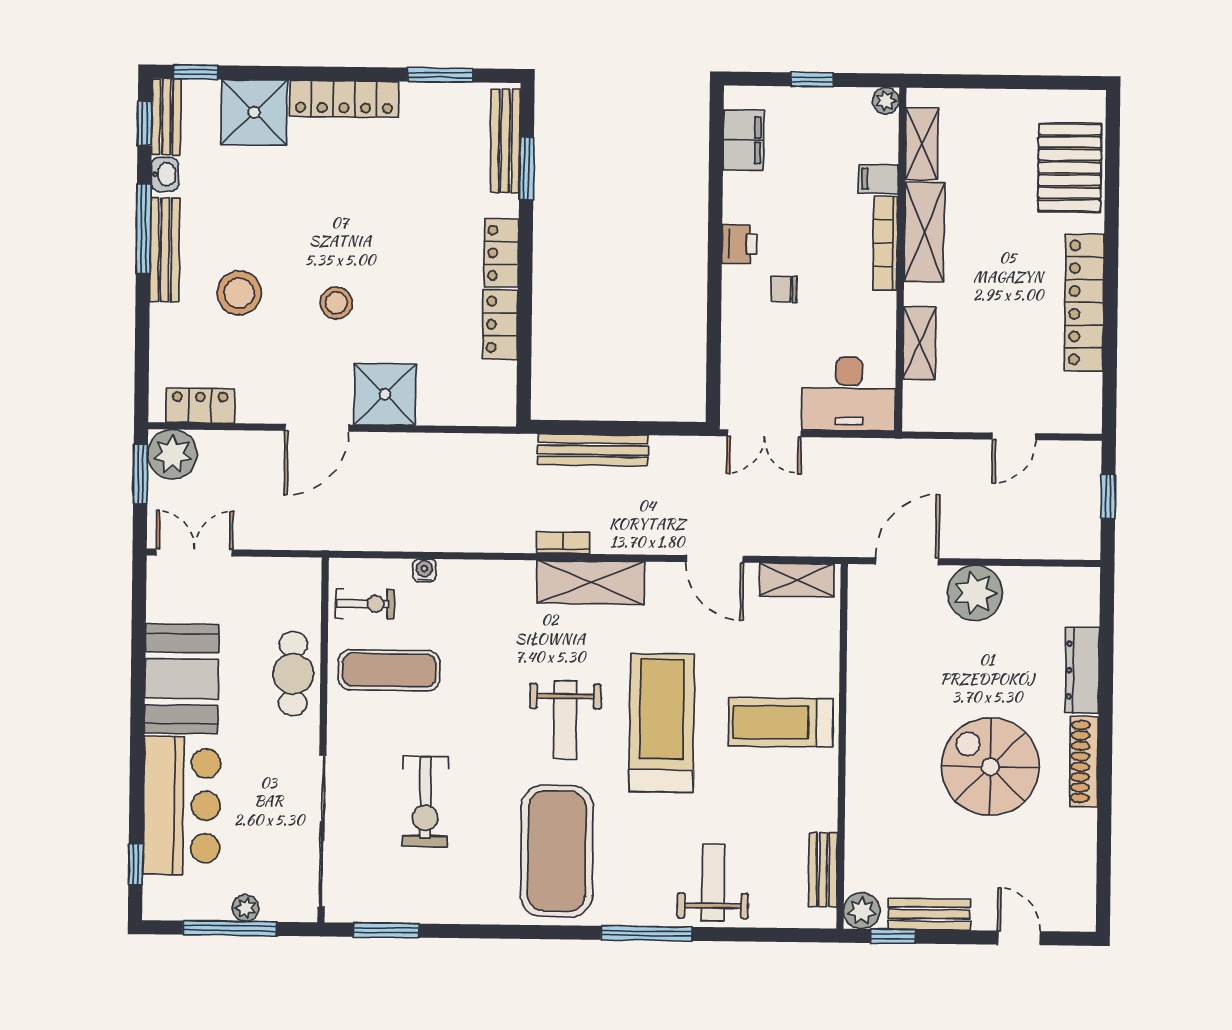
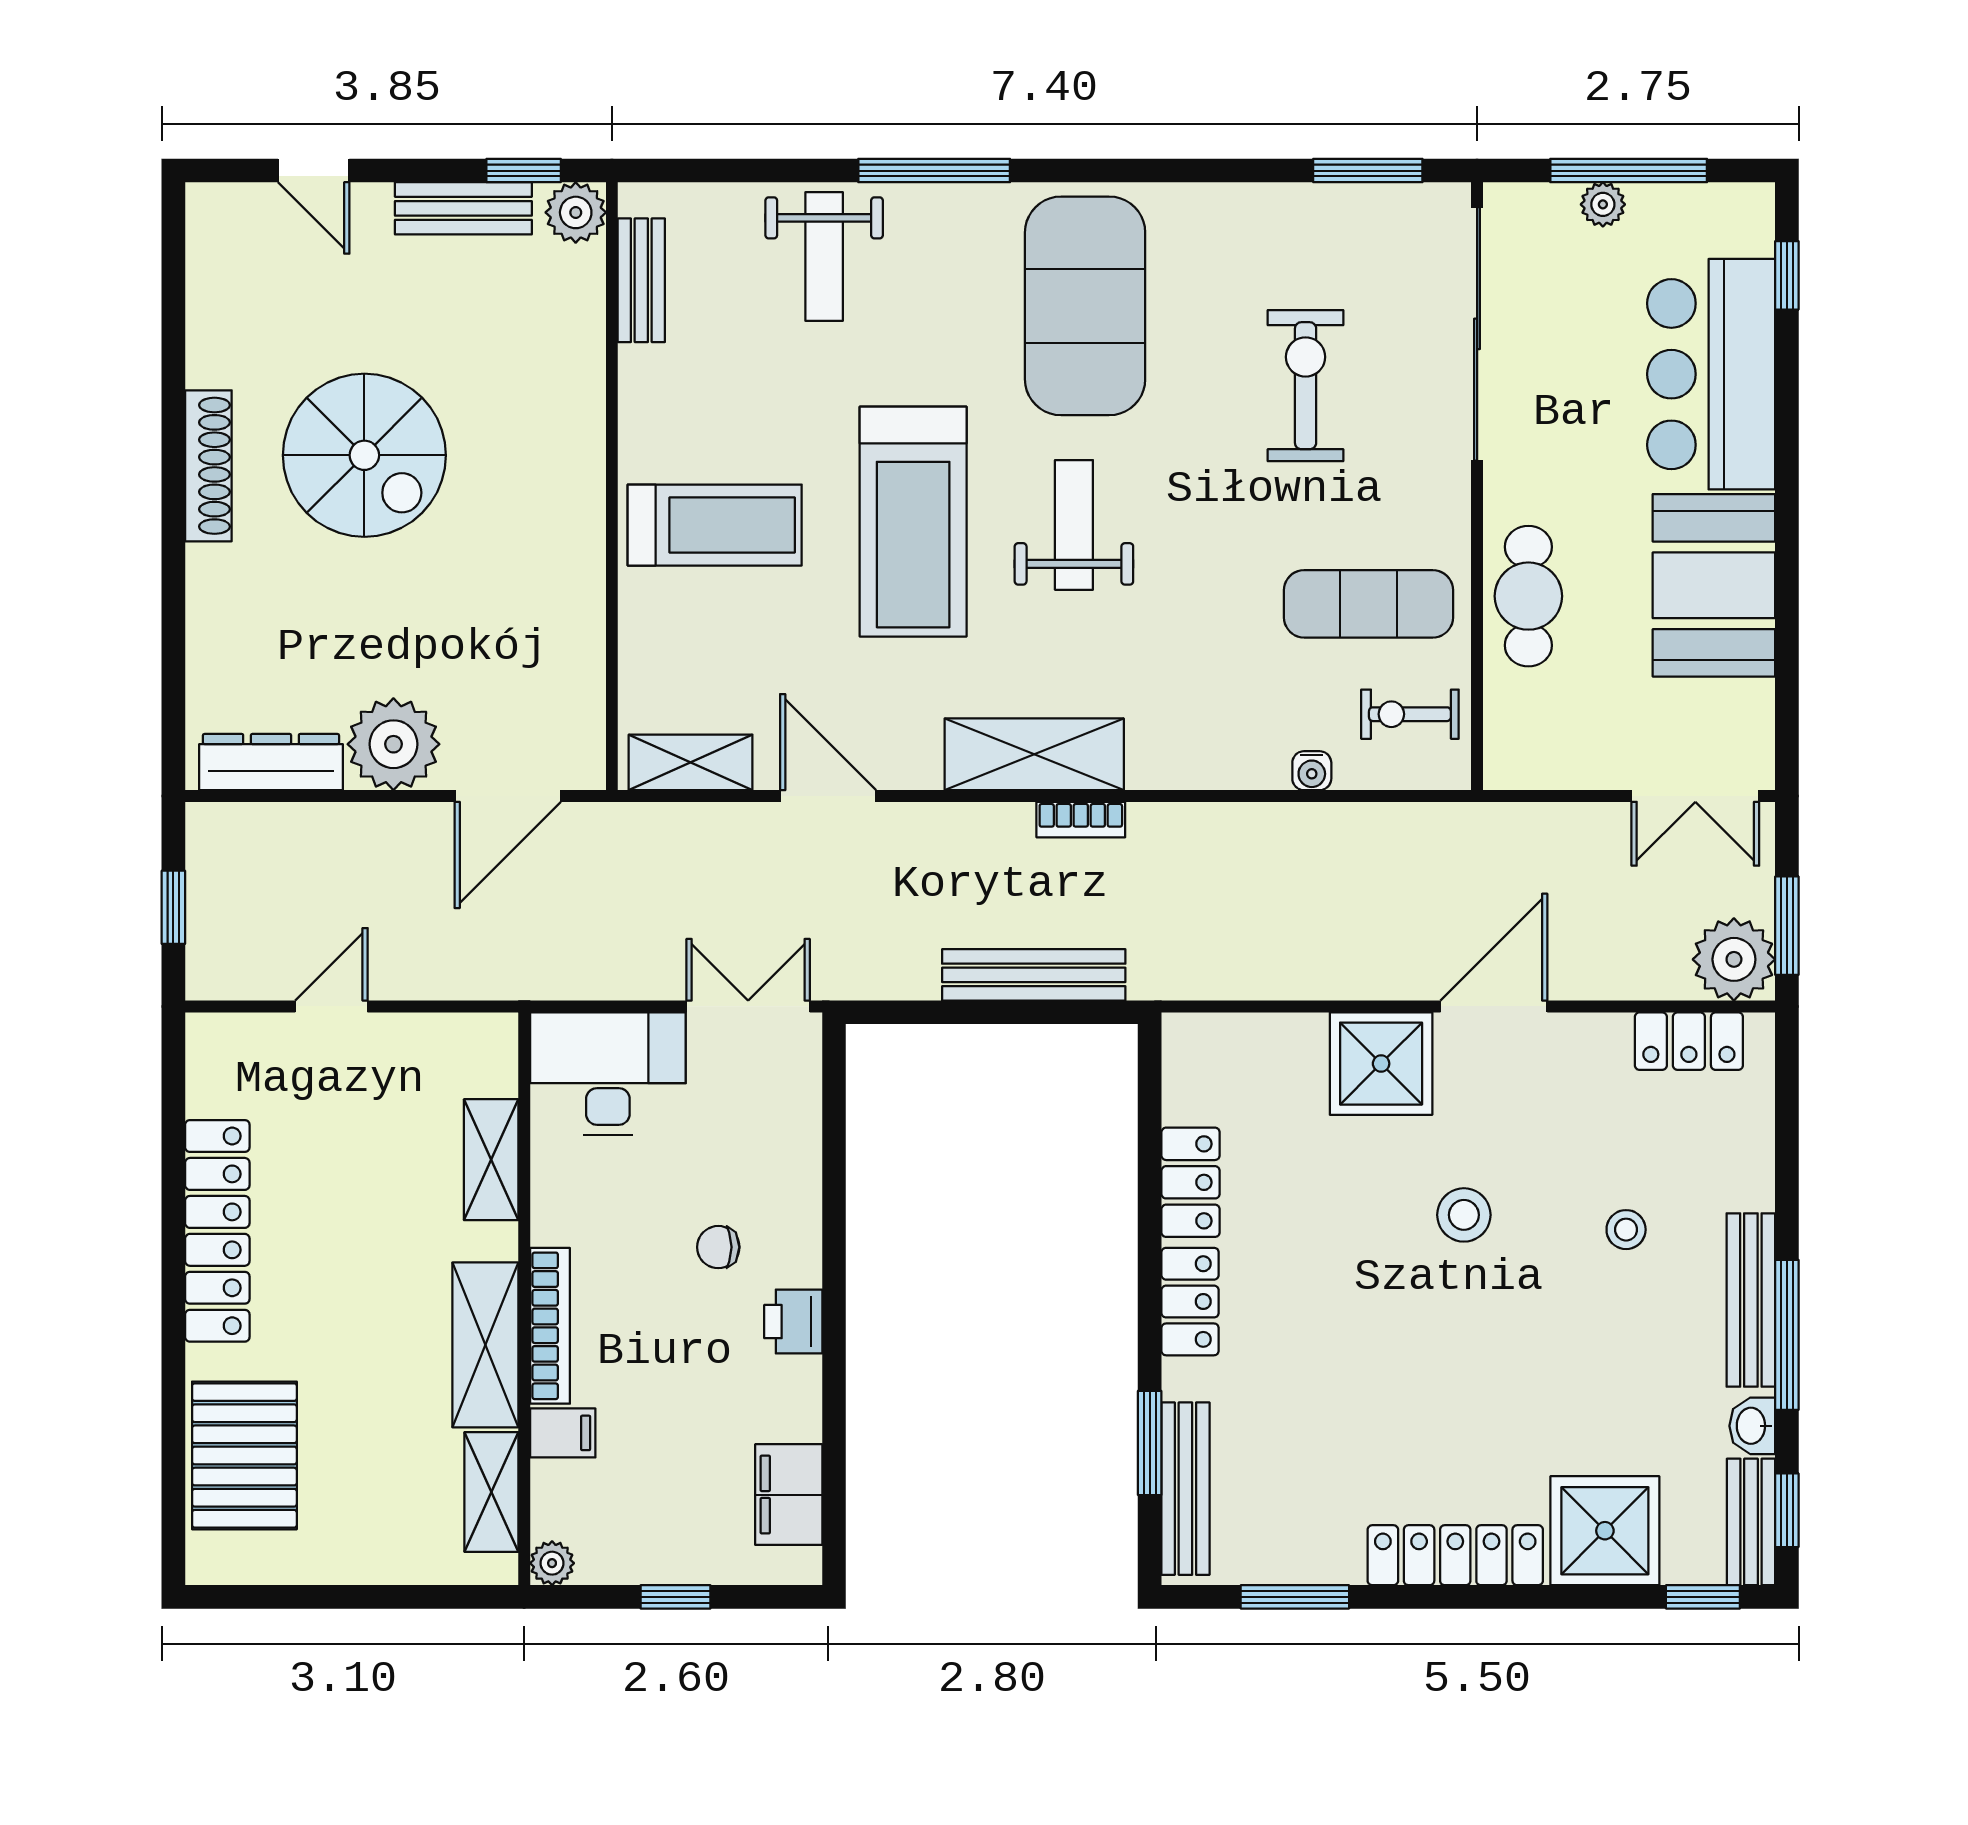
chair: (784, 289) -> (718, 1247), turned 180
stool: (239, 293) -> (1626, 1230), width x0.53, depth x0.53
dresser: (1082, 670) -> (271, 762), moved, turned -90

